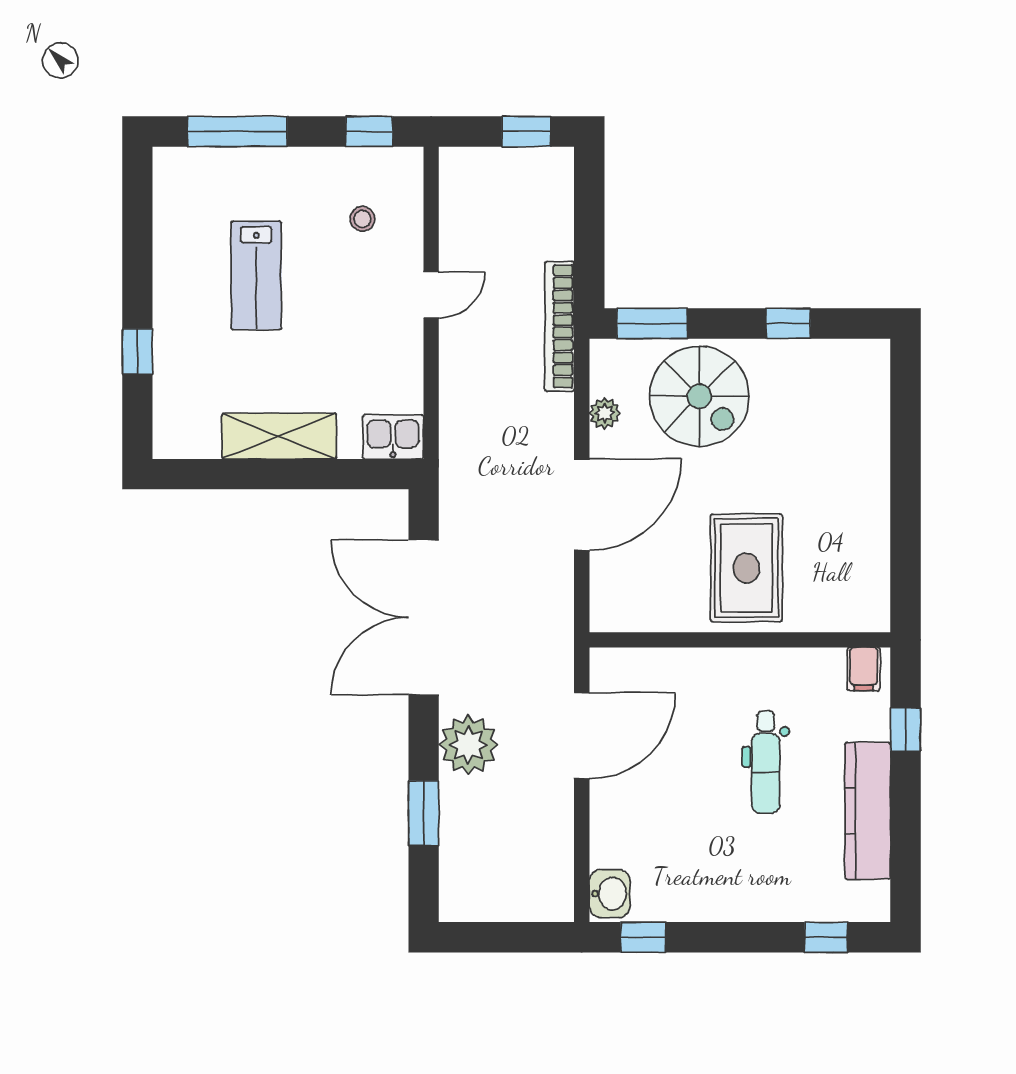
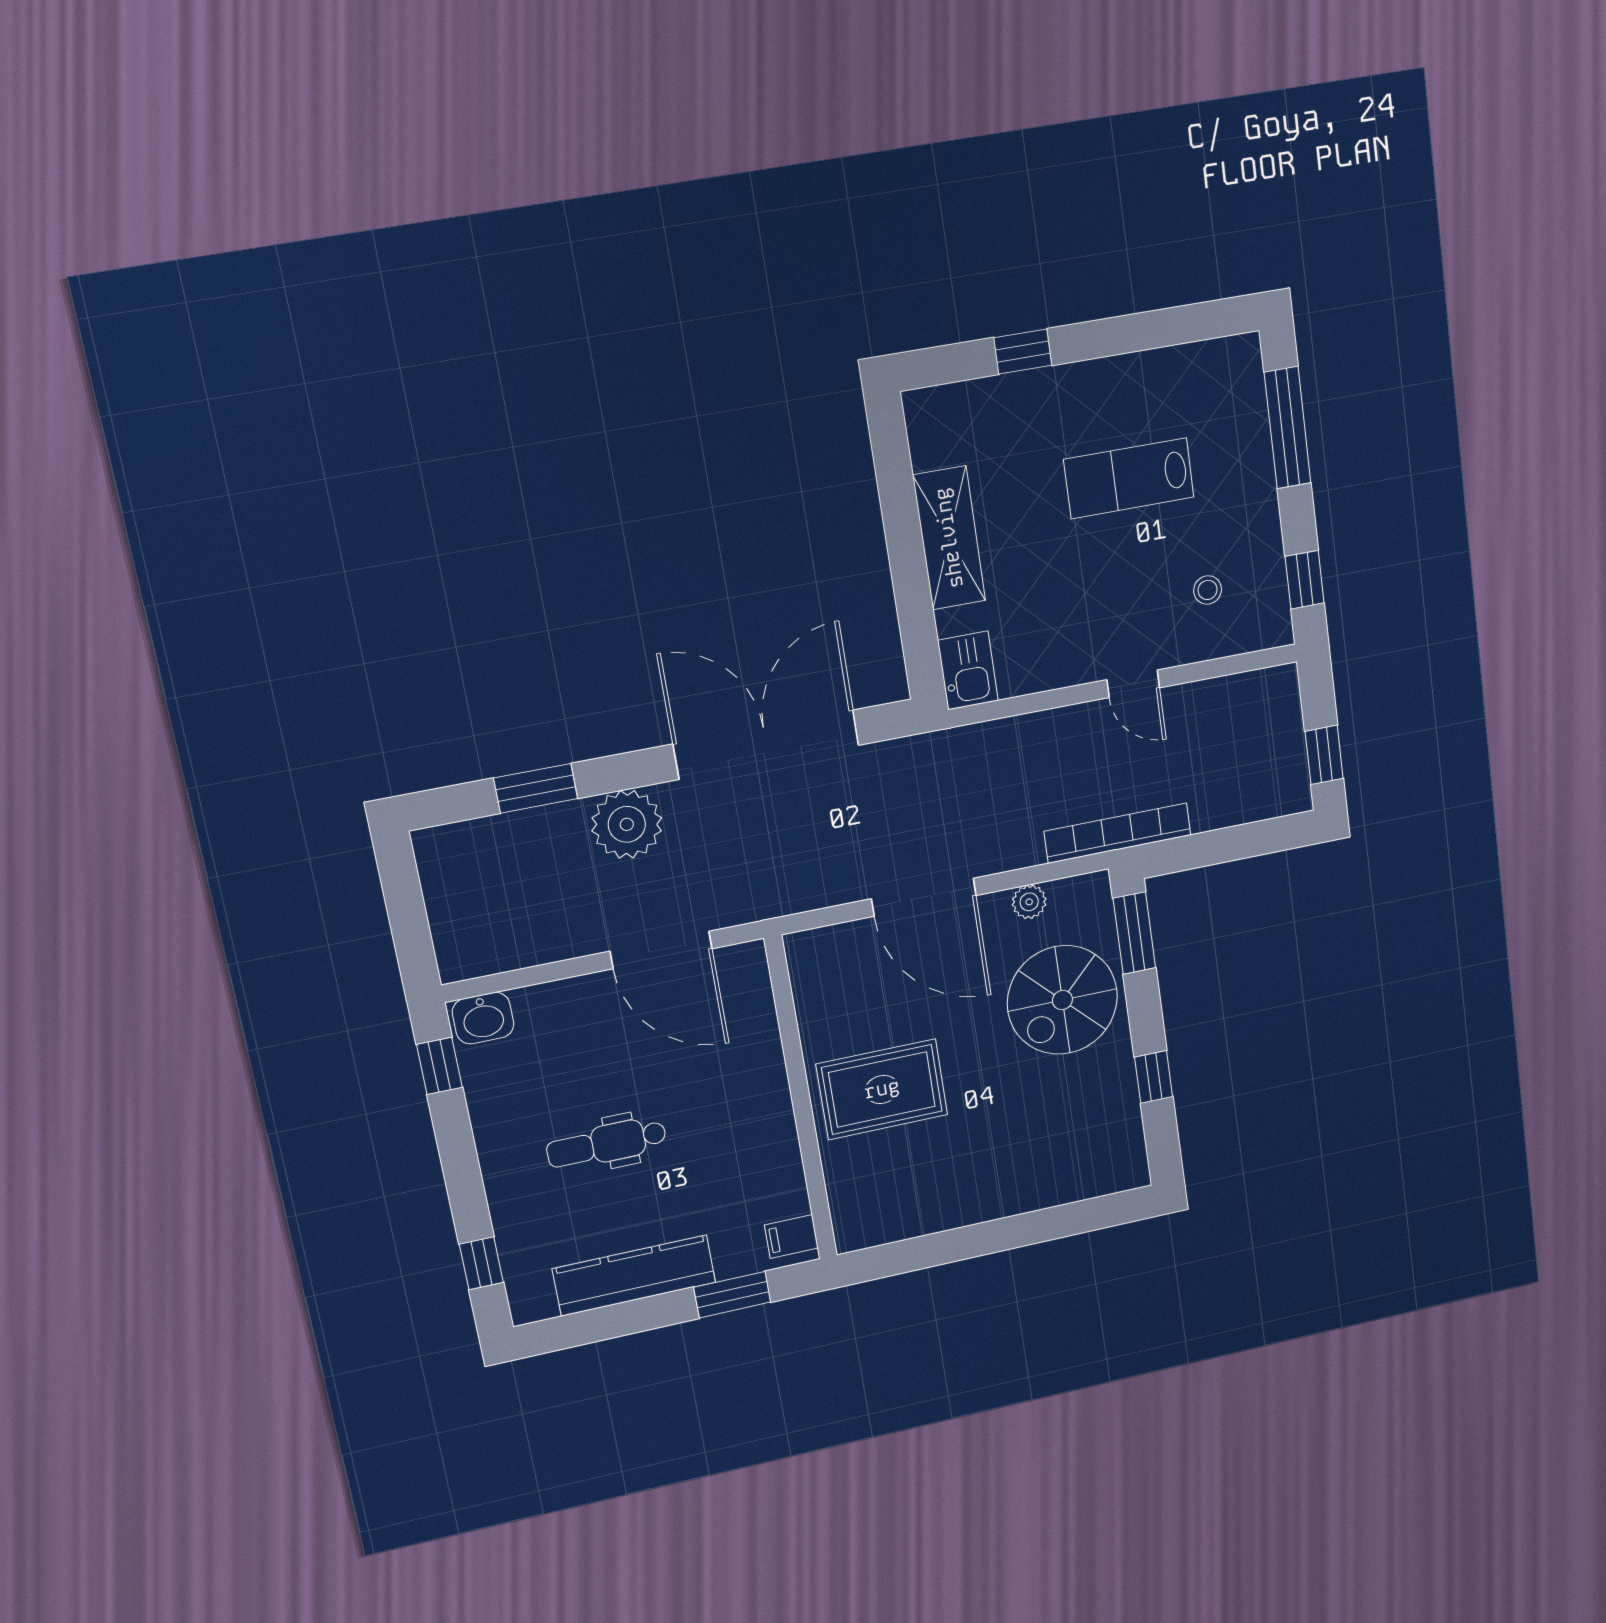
window: (906, 730) -> (732, 1295), width x1.50
dental chair: (766, 762) -> (607, 1143), moved

